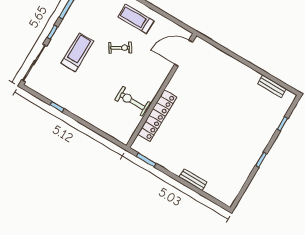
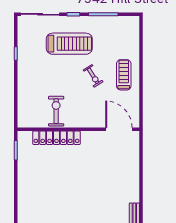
treadmill: (77, 52) -> (69, 44), width x1.37, depth x1.38
bench: (193, 180) -> (22, 197), removed

